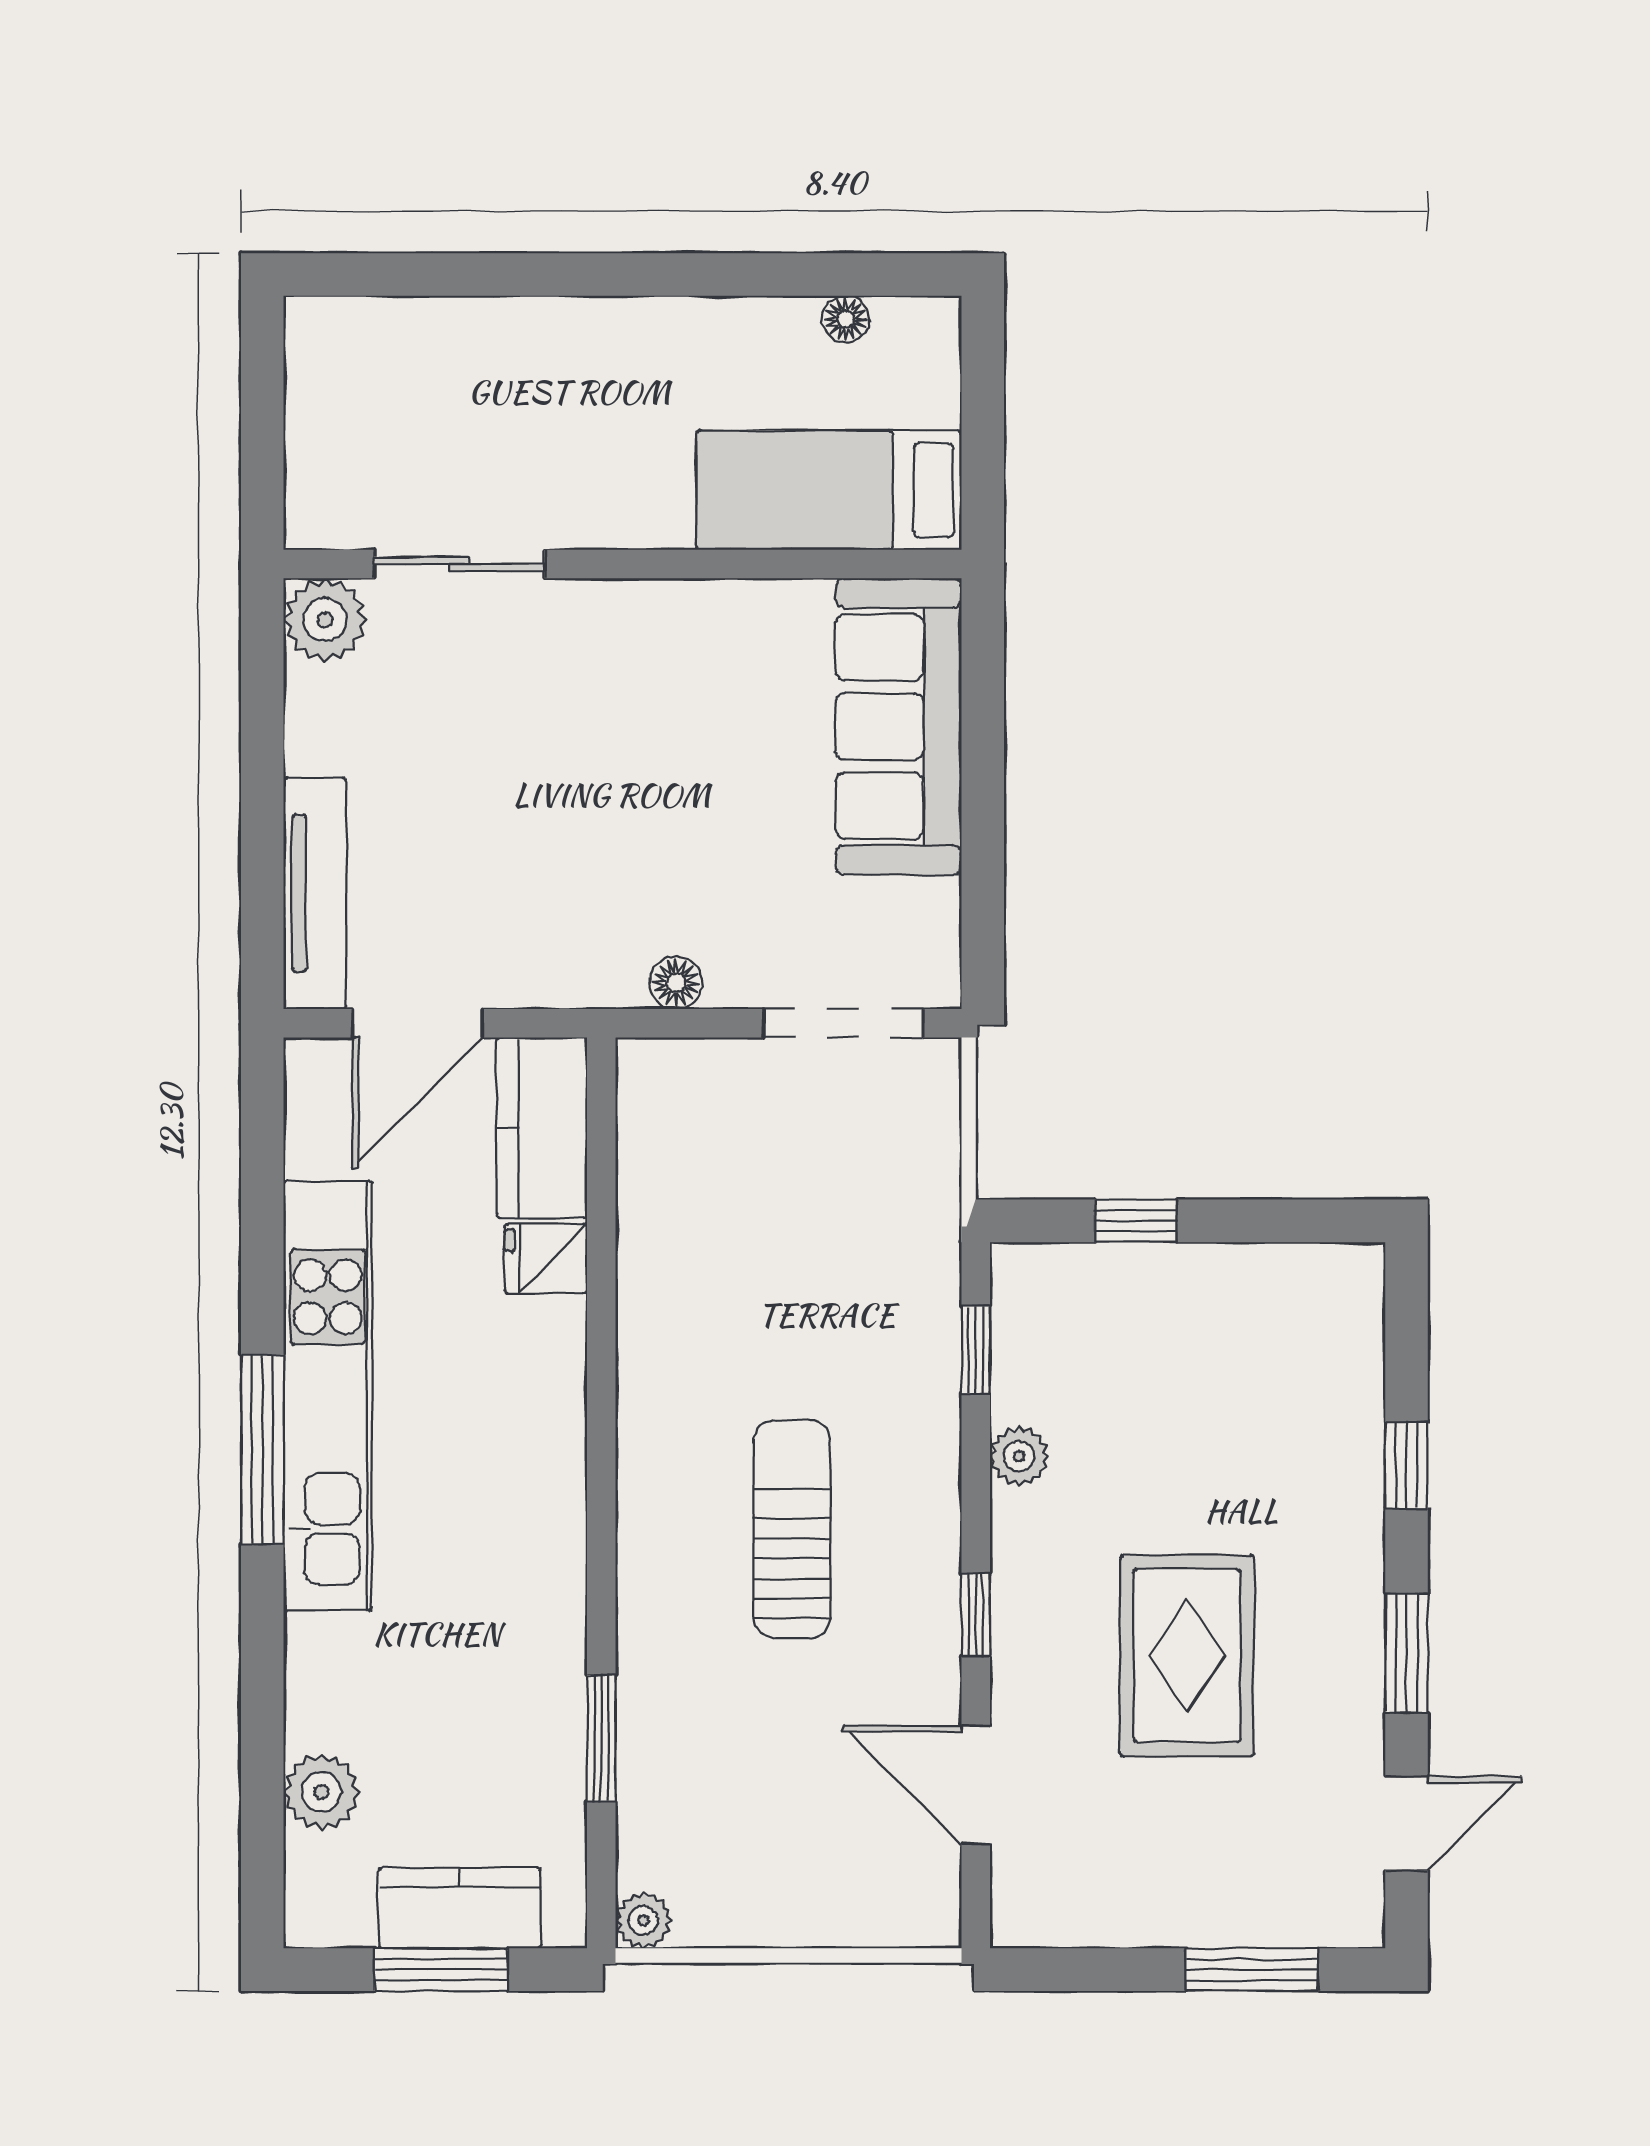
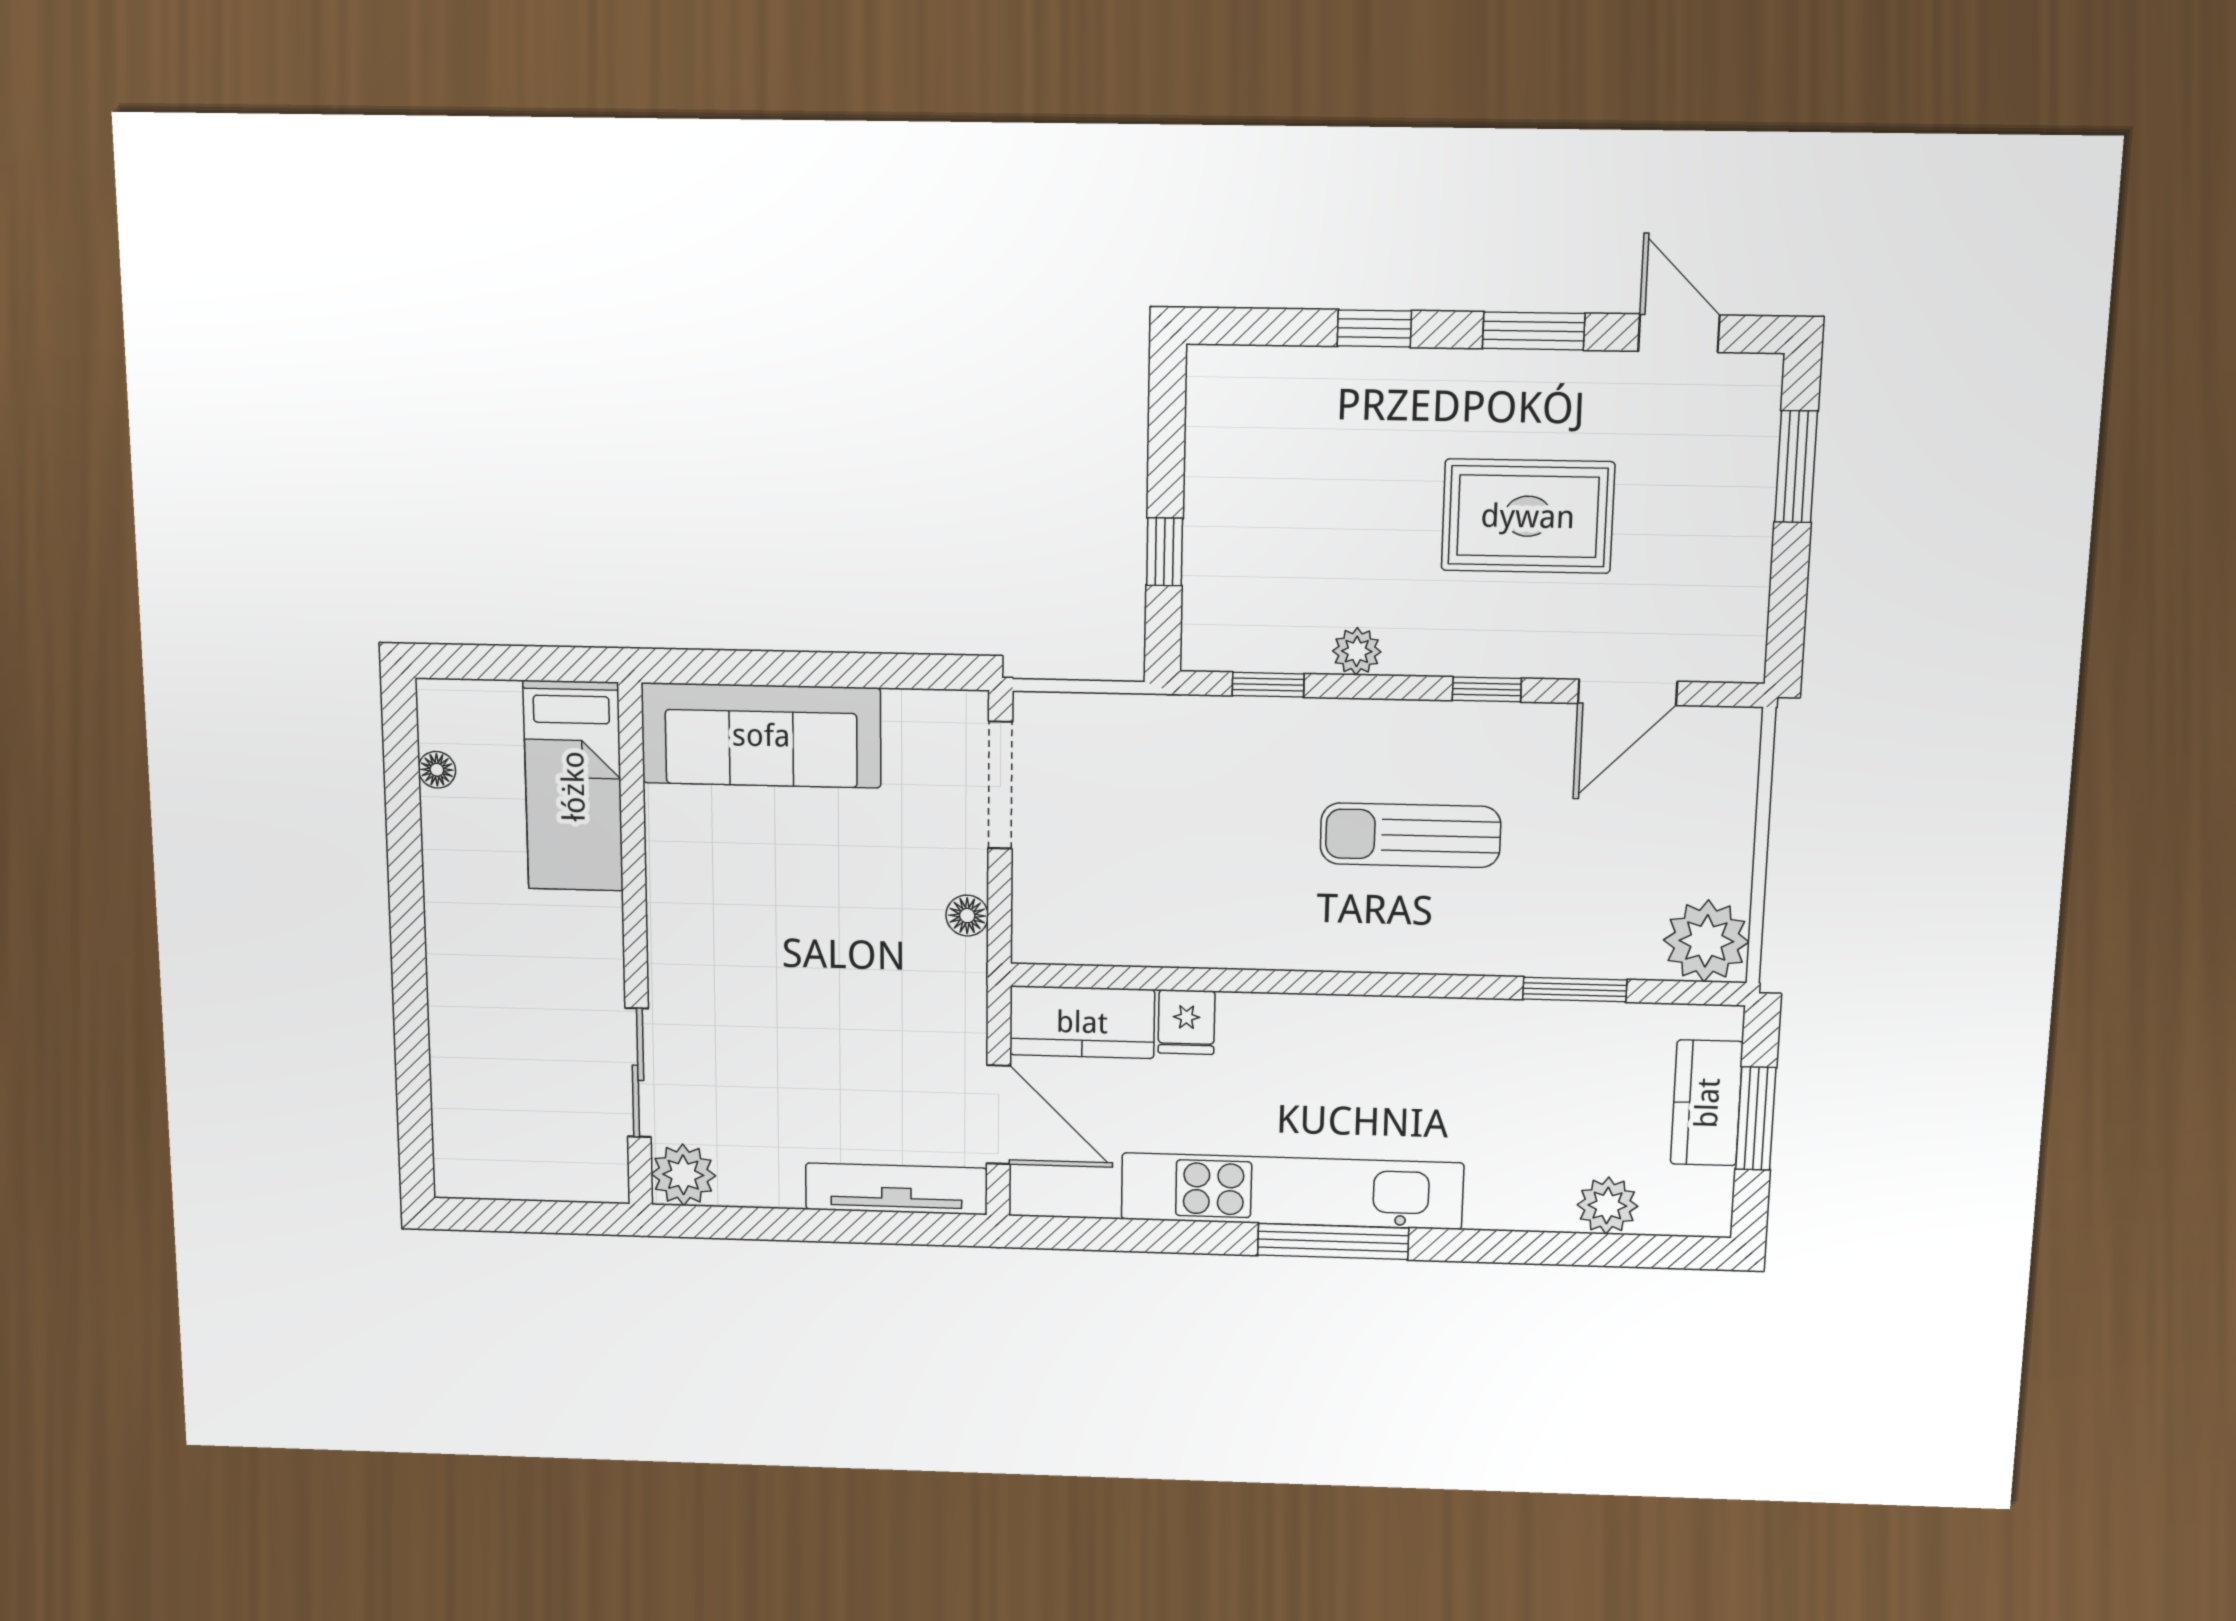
plant: (643, 1921) -> (1706, 941), width x1.88, depth x1.88

